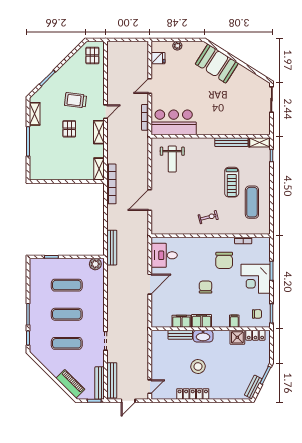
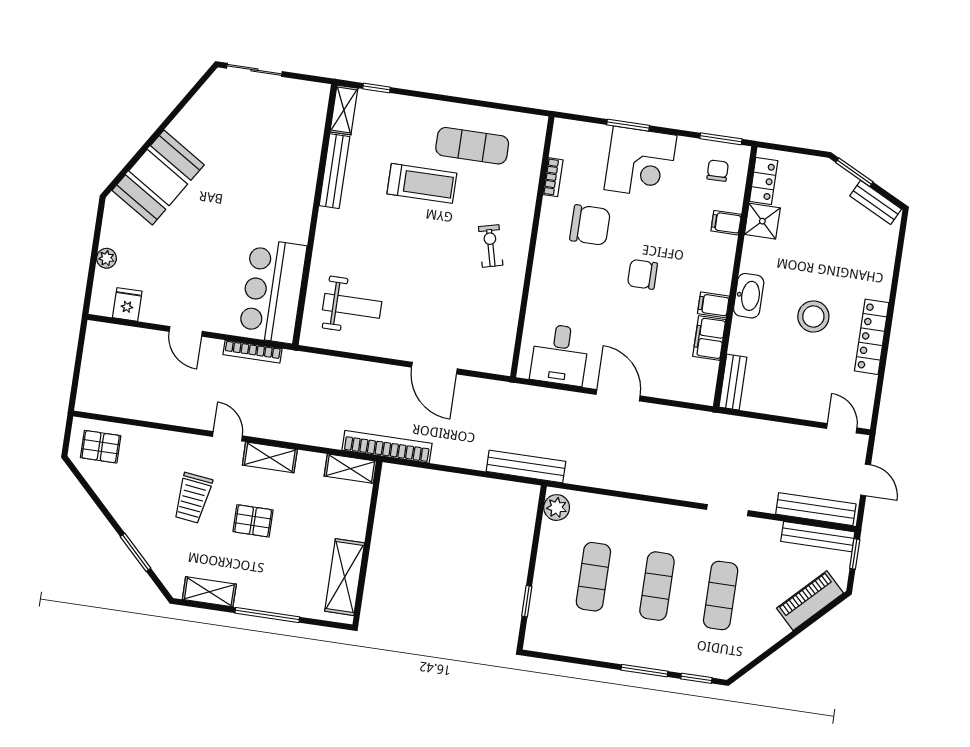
shelving: (50, 174) -> (345, 577), added
filing cabinet: (201, 321) -> (713, 305), width x0.50
bench: (180, 335) -> (733, 382), moved

